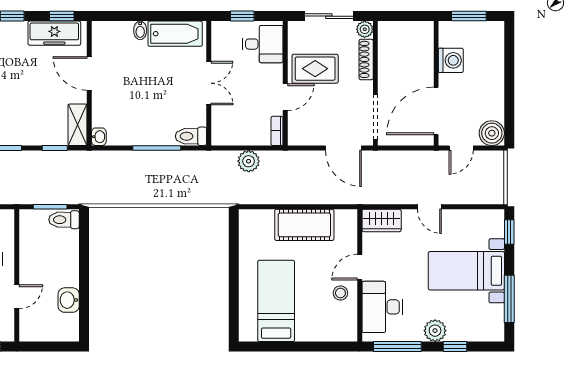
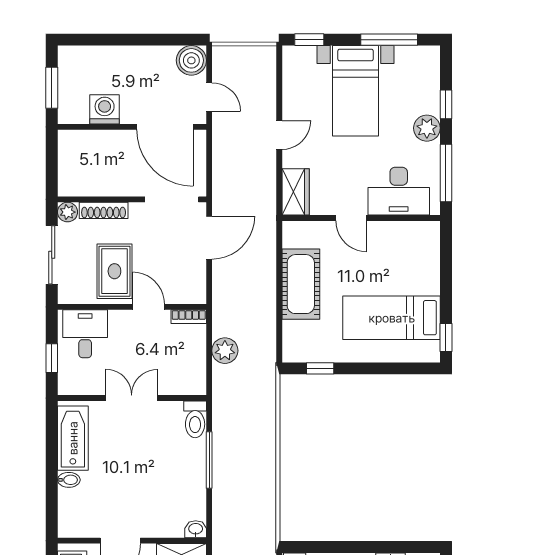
window: (234, 241) -> (320, 368), added
stool: (340, 293) -> (382, 241), removed
window: (260, 347) -> (446, 337), added

